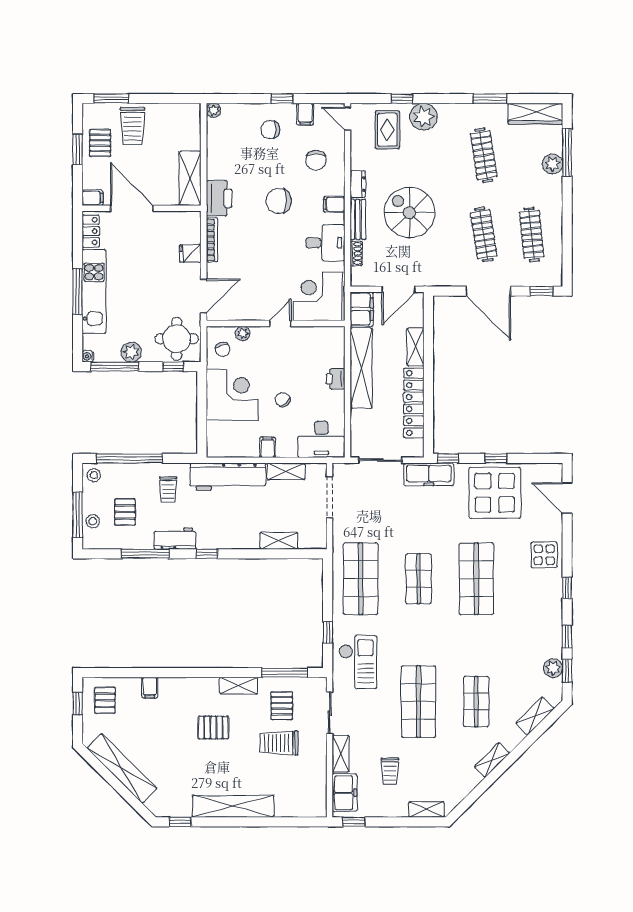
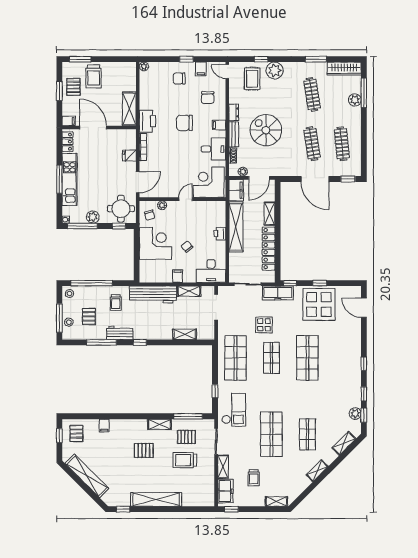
plant: (372, 279) -> (243, 172), added
display table: (544, 555) -> (264, 325), moved
pallet: (282, 706) -> (186, 437), turned 90

